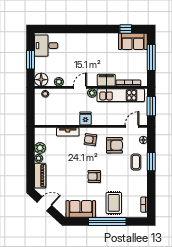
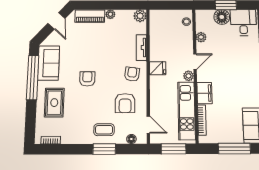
floor lamp: (41, 80) -> (222, 17), moved
door: (80, 87) -> (195, 62), hinge flipped
plant: (40, 148) -> (140, 16), moved
rug: (114, 203) -> (54, 103), turned 90
window: (107, 222) -> (33, 77), moved

